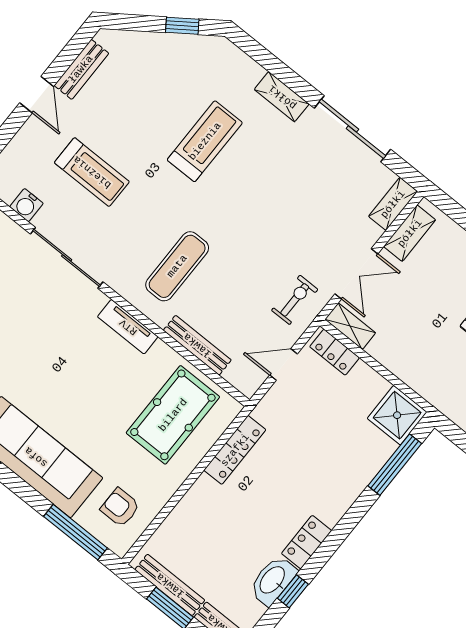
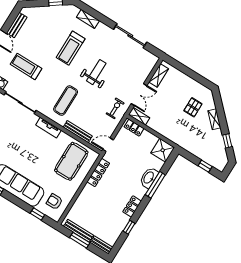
shelving: (282, 97) -> (88, 19), moved
treadmill: (205, 141) -> (71, 48), turned 180
treadmill: (92, 172) -> (26, 66), turned 180
shelving: (393, 204) -> (150, 64), removed
weight bench: (260, 207) -> (96, 72), added
door: (283, 365) -> (108, 145), moved
window: (395, 465) -> (155, 185), moved
window: (75, 532) -> (37, 214), width x0.46
washbasin: (273, 580) -> (149, 178), moved

